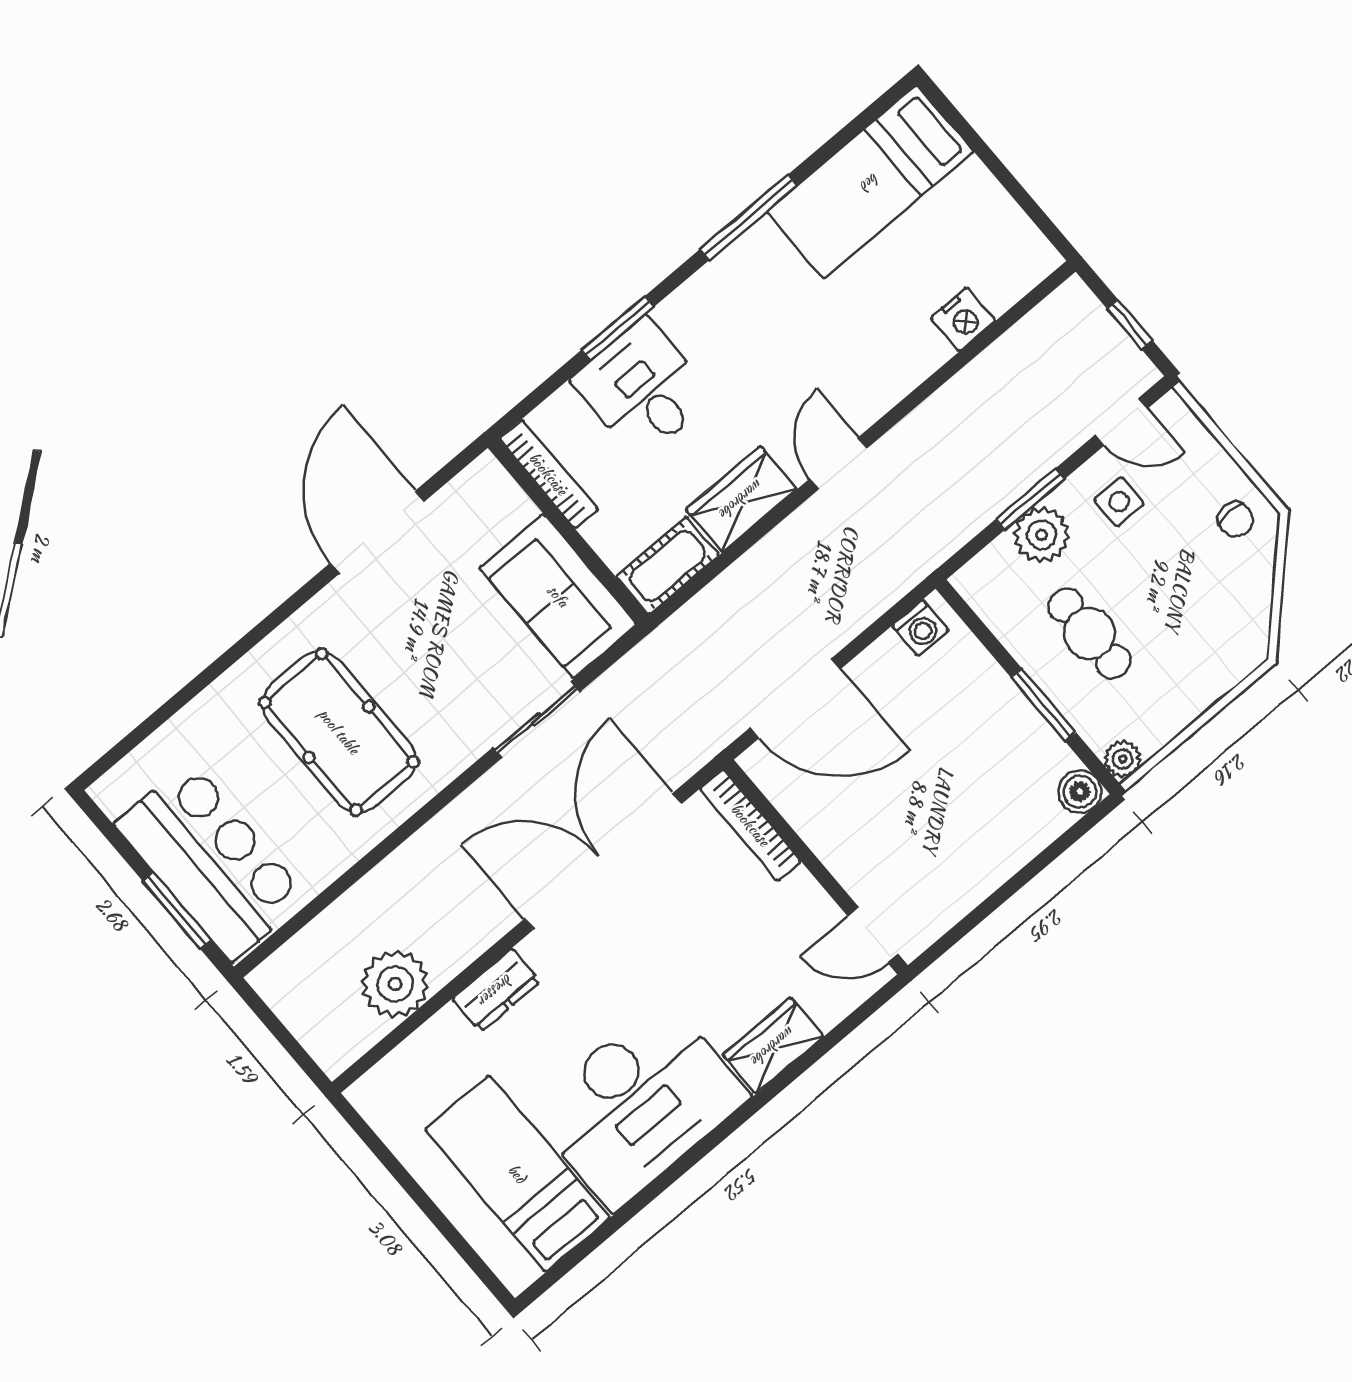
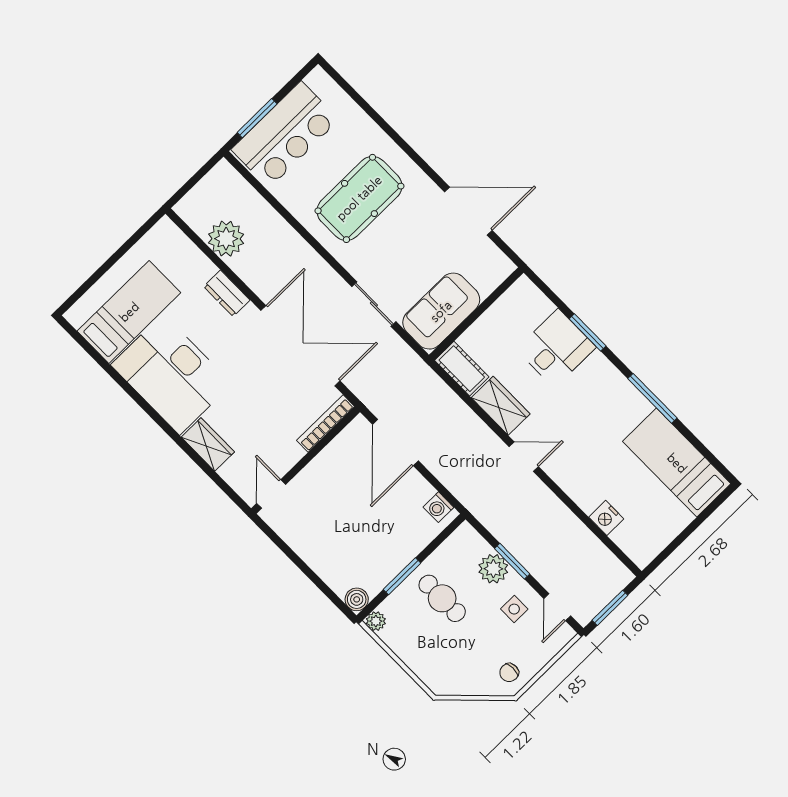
window: (1130, 324) -> (610, 608), width x1.50
bookcase: (548, 474) -> (507, 301), removed
cafe table: (1089, 633) -> (442, 598), turned 90

